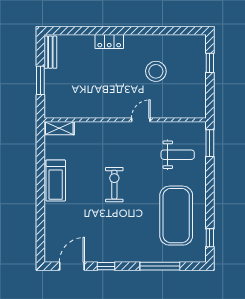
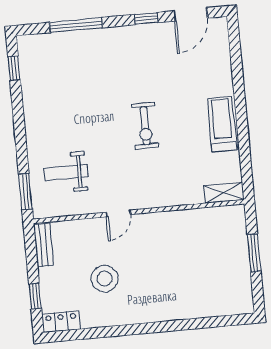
locker: (109, 42) -> (61, 322), moved
bench: (50, 52) -> (44, 245), moved
exercise mat: (176, 216) -> (61, 93), removed

